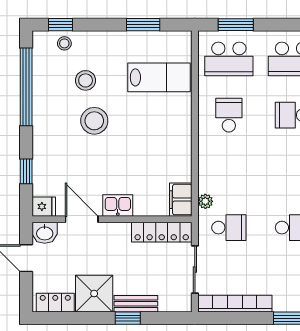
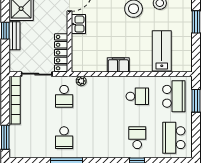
window: (143, 25) -> (196, 22), moved
school desk: (229, 59) -> (174, 96), turned 180
lab bench: (159, 77) -> (162, 51), turned 180
filing cabinet: (181, 200) -> (118, 65), moved

